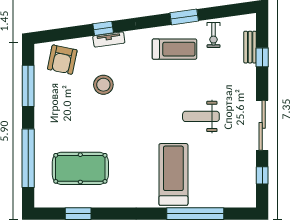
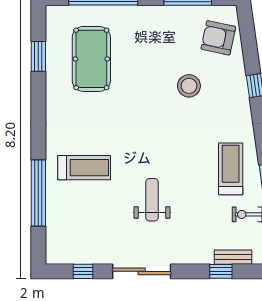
tv unit: (109, 39) -> (242, 92), removed
treadmill: (174, 49) -> (231, 169), turned 180
treadmill: (173, 174) -> (84, 168), width x0.73, depth x0.73

